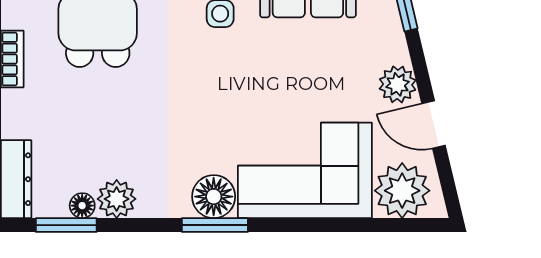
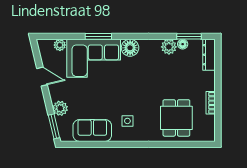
plant: (398, 84) -> (60, 108), moved
plant: (402, 191) -> (60, 45), width x0.53, depth x0.53
window: (215, 225) -> (98, 36), moved

